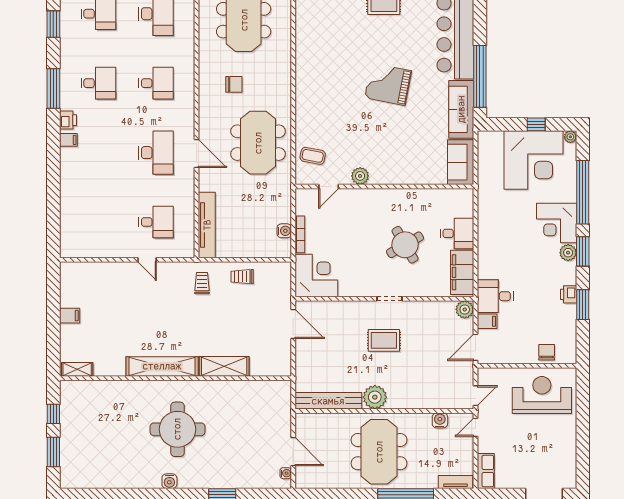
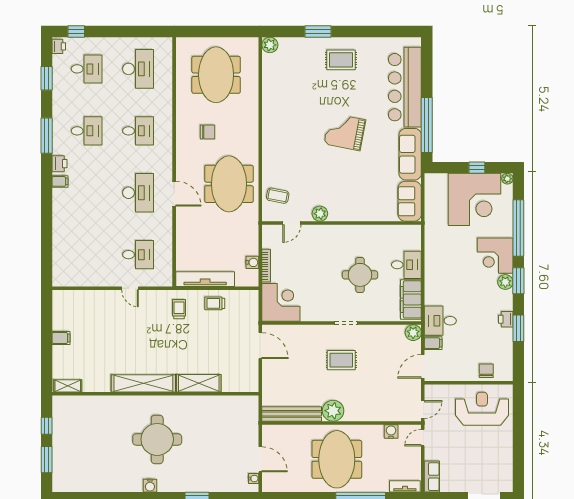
tv unit: (207, 225) -> (205, 279), moved, turned -90
round table: (405, 245) -> (360, 275), turned 30

